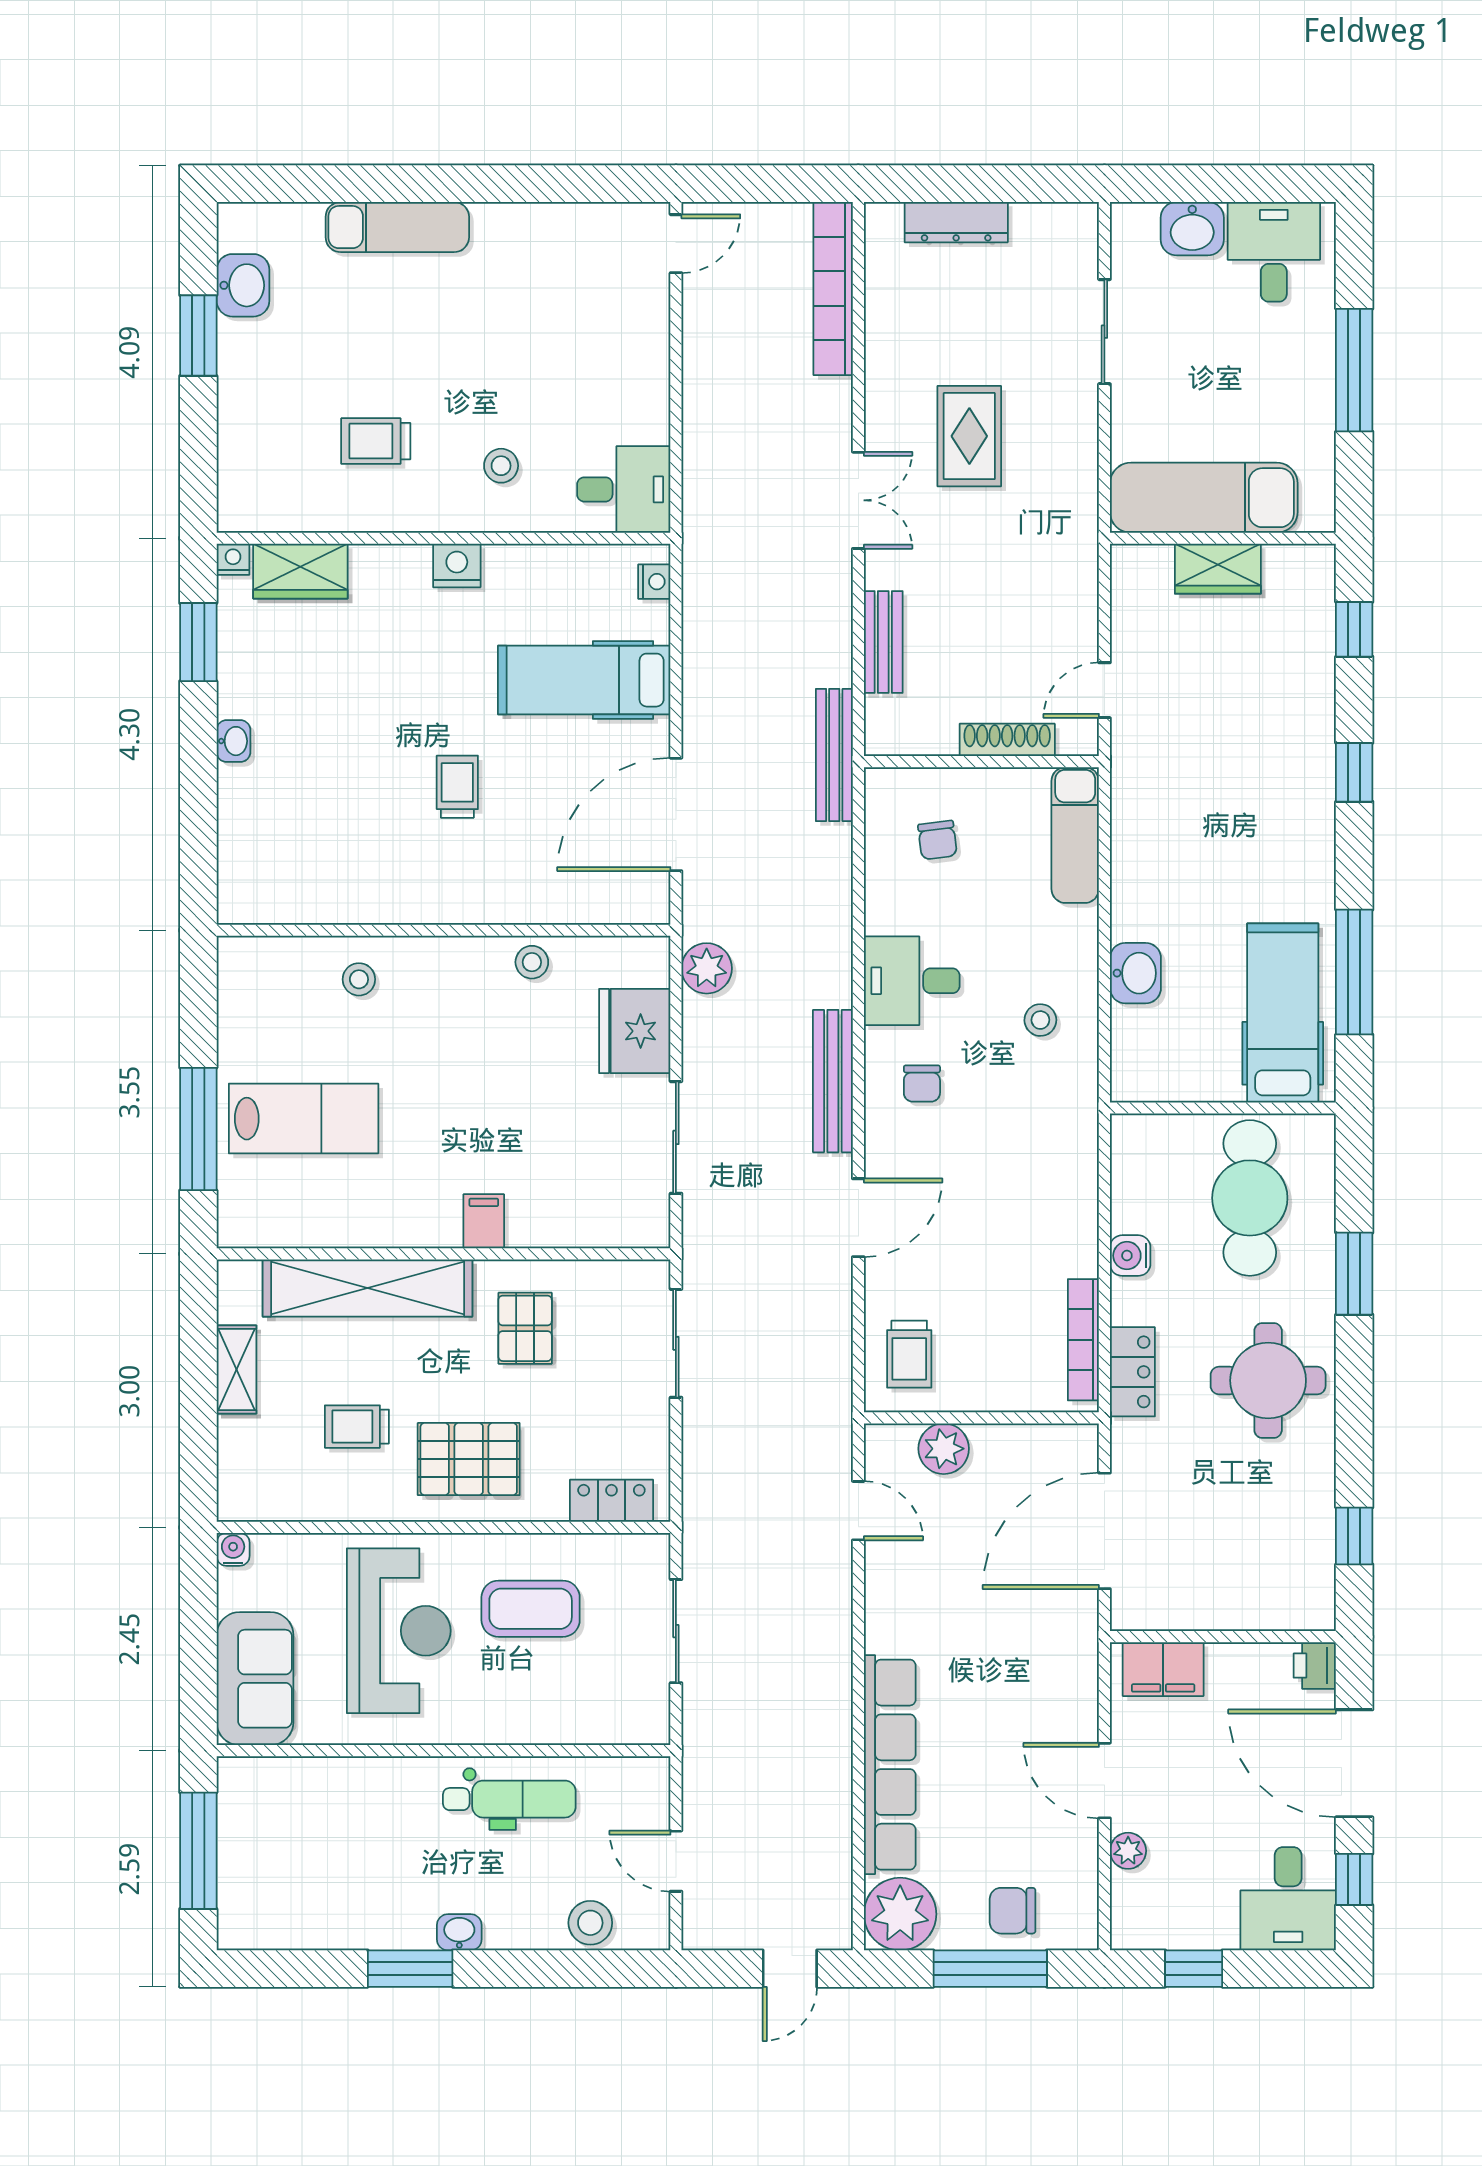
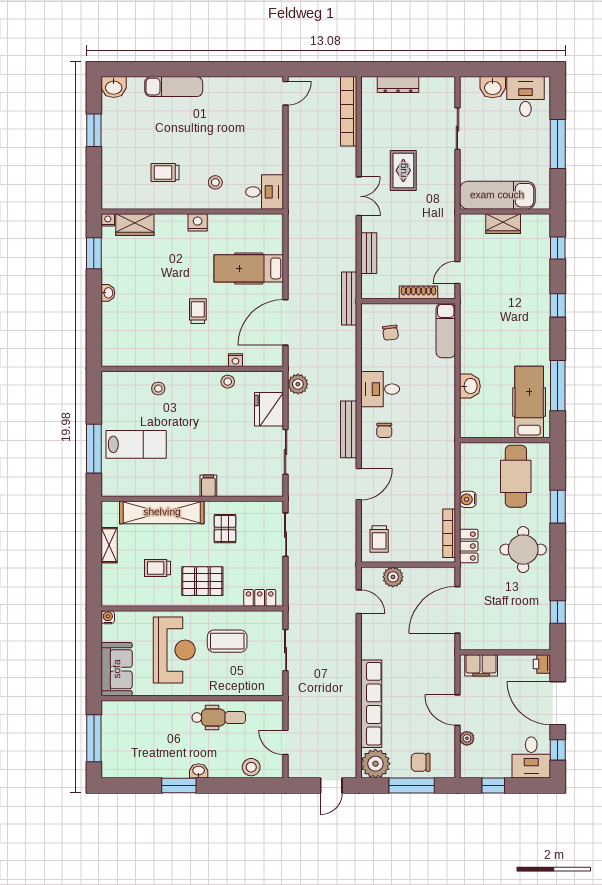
washbasin: (243, 285) -> (114, 87), moved, turned 90
nightstand: (654, 582) -> (235, 360), moved, turned 90
stool: (1040, 1020) -> (432, 405), removed

